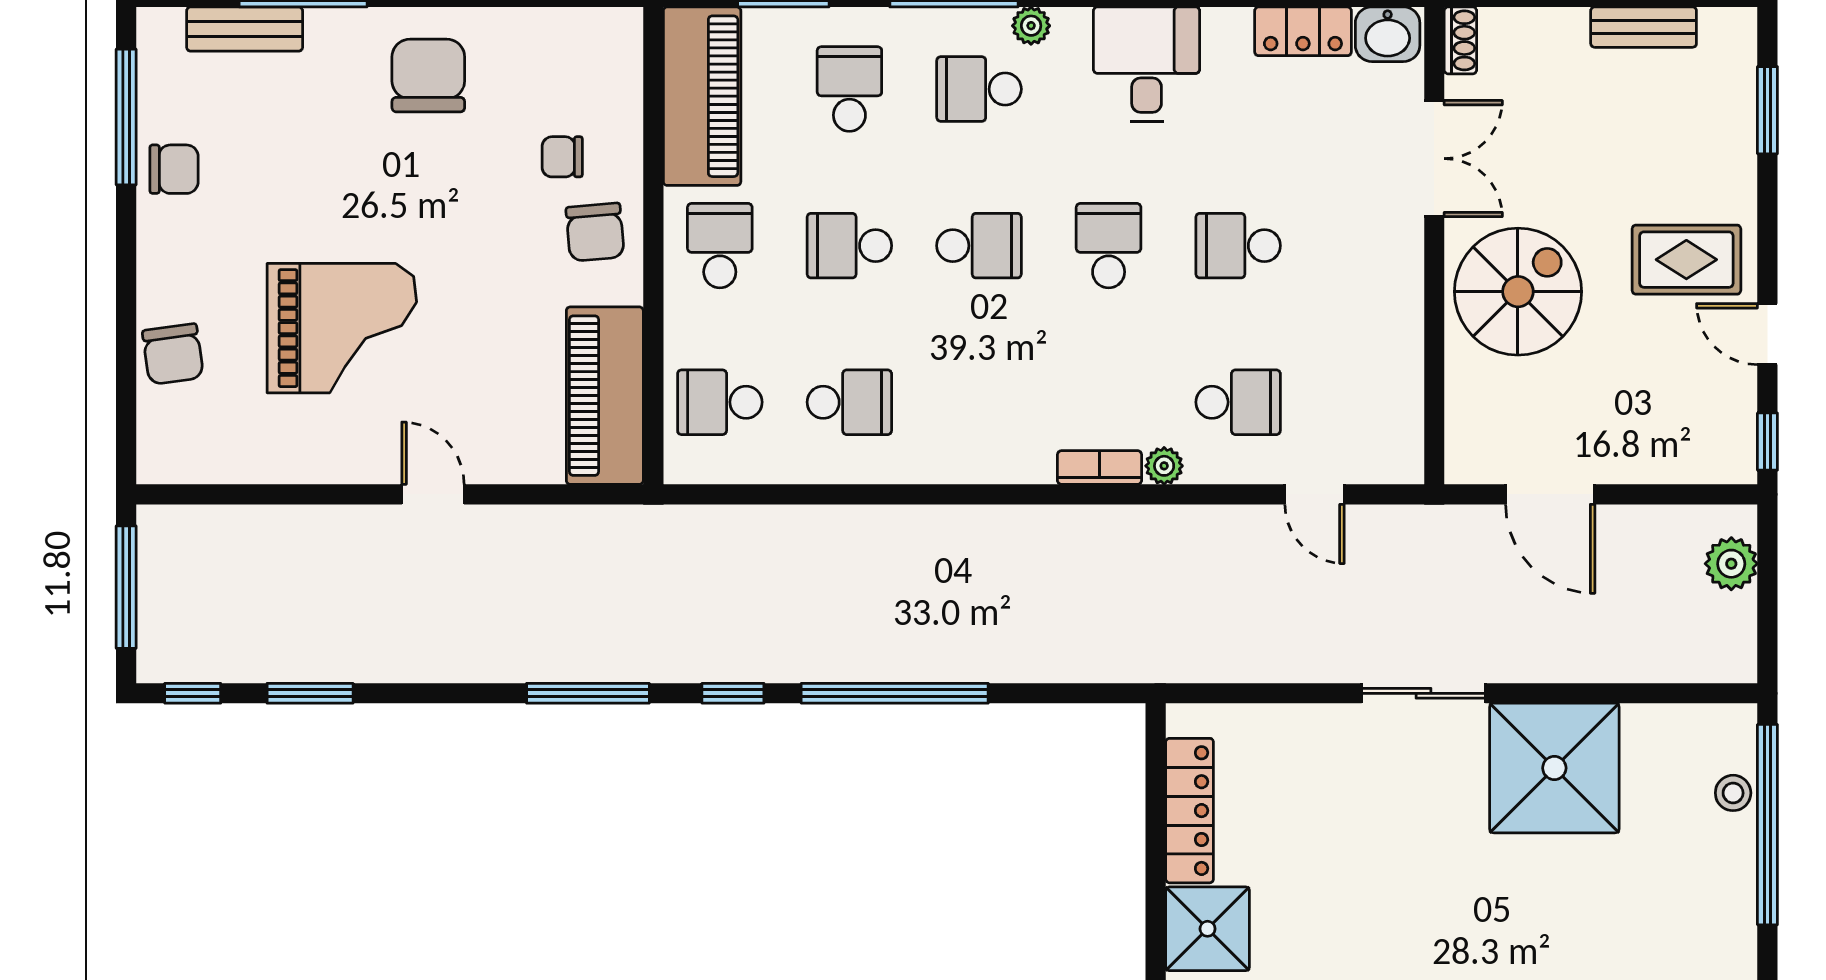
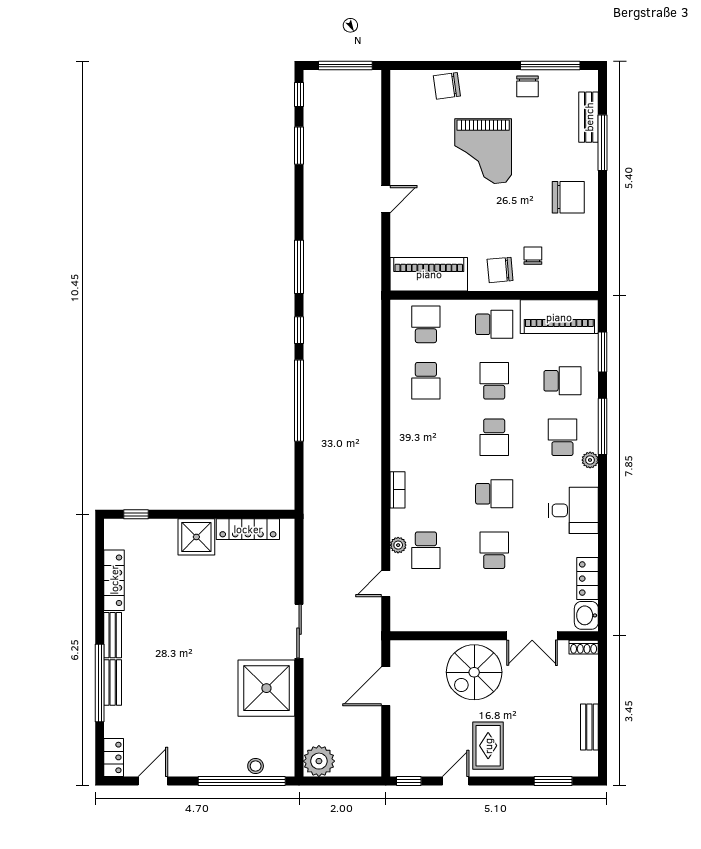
spiral stairs: (1518, 292) -> (474, 672), turned 90
grand piano: (342, 328) -> (483, 151), moved
plant: (1164, 466) -> (398, 545), moved
plant: (1731, 564) -> (319, 761), moved, width x1.36, depth x1.36

